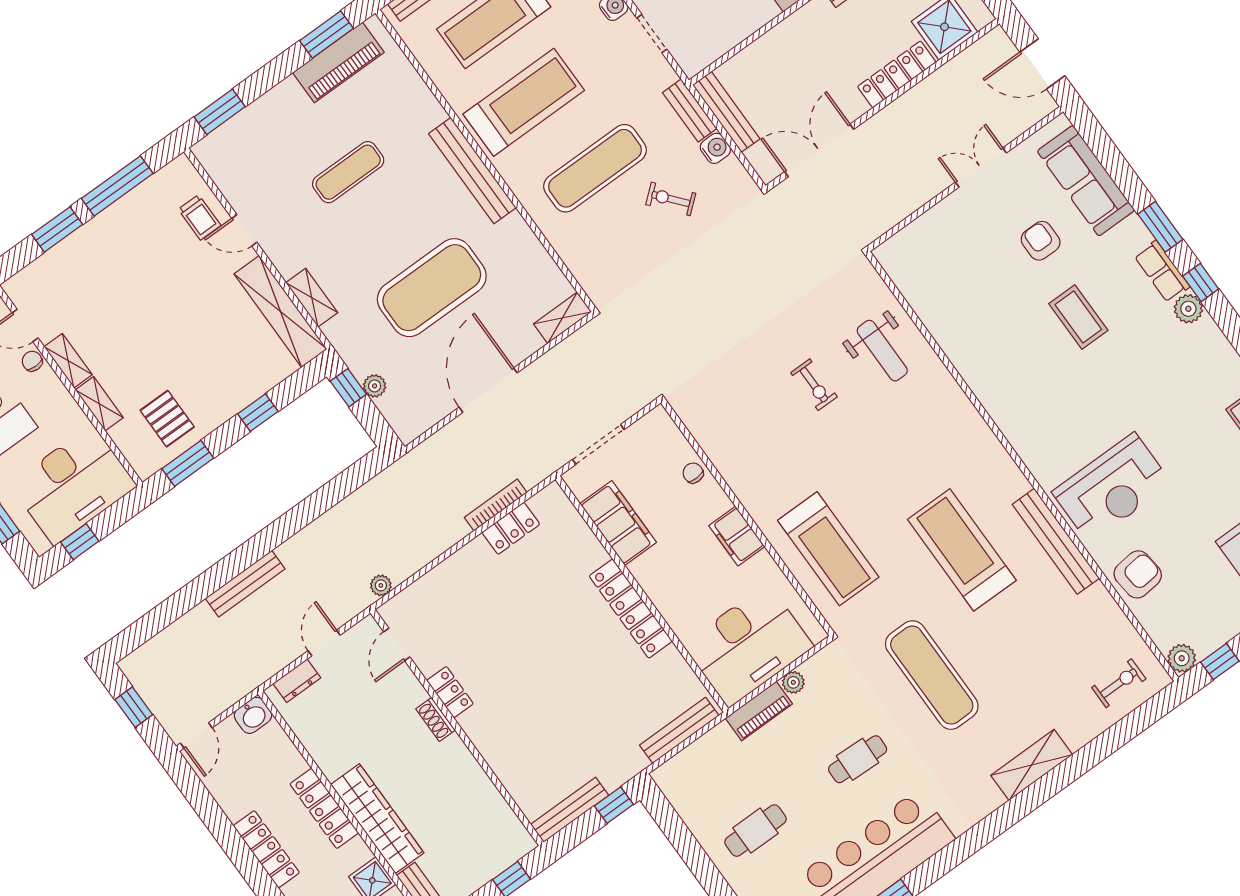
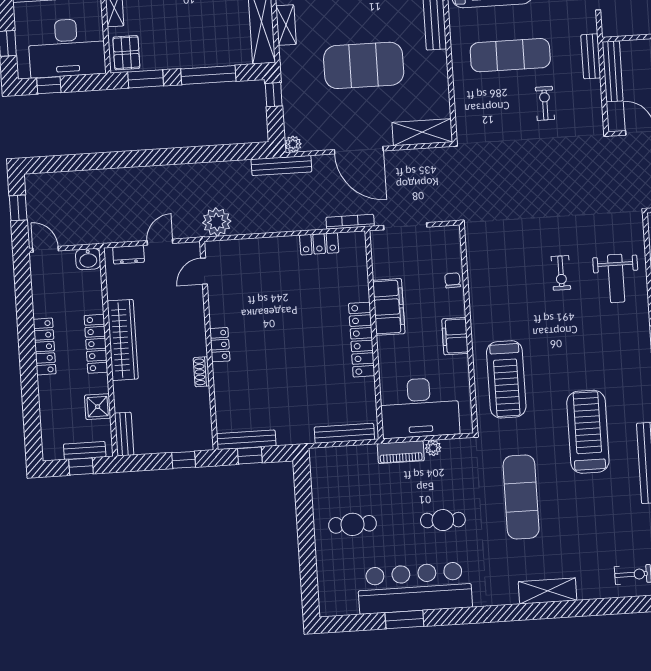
water cooler: (715, 148) -> (592, 90), removed
exercise bike: (671, 199) -> (545, 103), turned 40
shelving: (562, 318) -> (422, 132), width x1.50, depth x1.33
plant: (375, 386) -> (293, 144), moved
door: (488, 390) -> (359, 150), swing flipped
window: (258, 413) -> (208, 75), width x2.17
pallet: (167, 419) -> (126, 53), moved
bookcase: (496, 505) -> (350, 222), moved
filing cabinet: (618, 523) -> (389, 307), moved
bench: (245, 584) -> (281, 166), moved
plant: (381, 585) -> (217, 222), width x1.87, depth x1.87
locker: (450, 692) -> (220, 345), moved
shoe rack: (436, 719) -> (201, 372), moved
door: (196, 735) -> (46, 249), swing flipped
window: (614, 805) -> (250, 456), moved
wardrobe: (377, 819) -> (123, 340), moved

